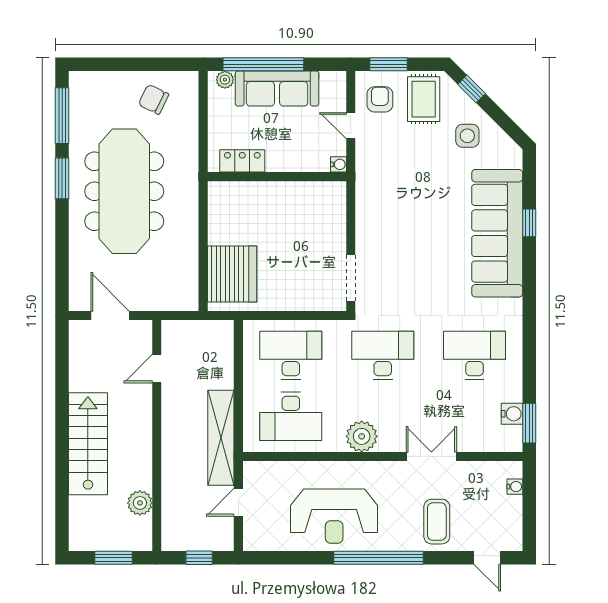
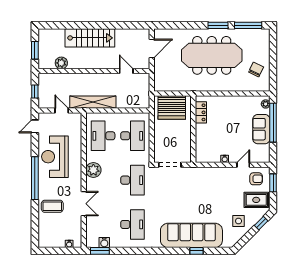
sofa: (277, 89) -> (261, 129), width x0.73
locker: (242, 161) -> (201, 112), moved
wall: (277, 177) -> (193, 129), moved
door: (487, 558) -> (35, 126), moved

